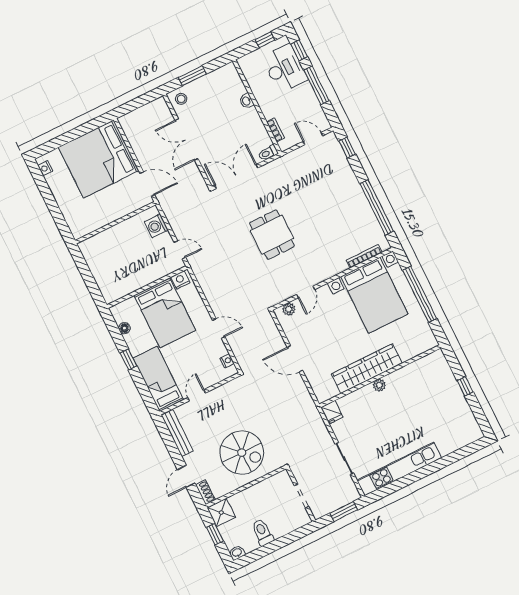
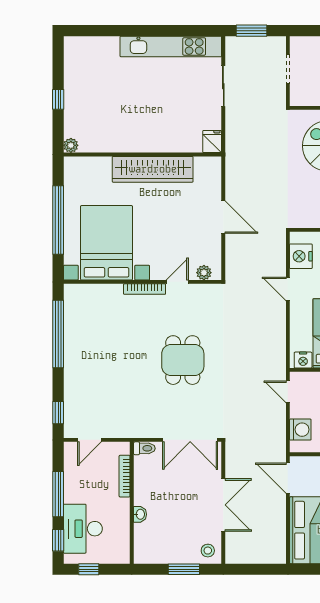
bookcase: (275, 130) -> (125, 476), width x1.56
door: (313, 139) -> (89, 440), hinge flipped
bookcase: (364, 256) -> (145, 289), moved
nightstand: (227, 361) -> (301, 256), width x1.89, depth x1.79
plant: (379, 385) -> (71, 145), moved

